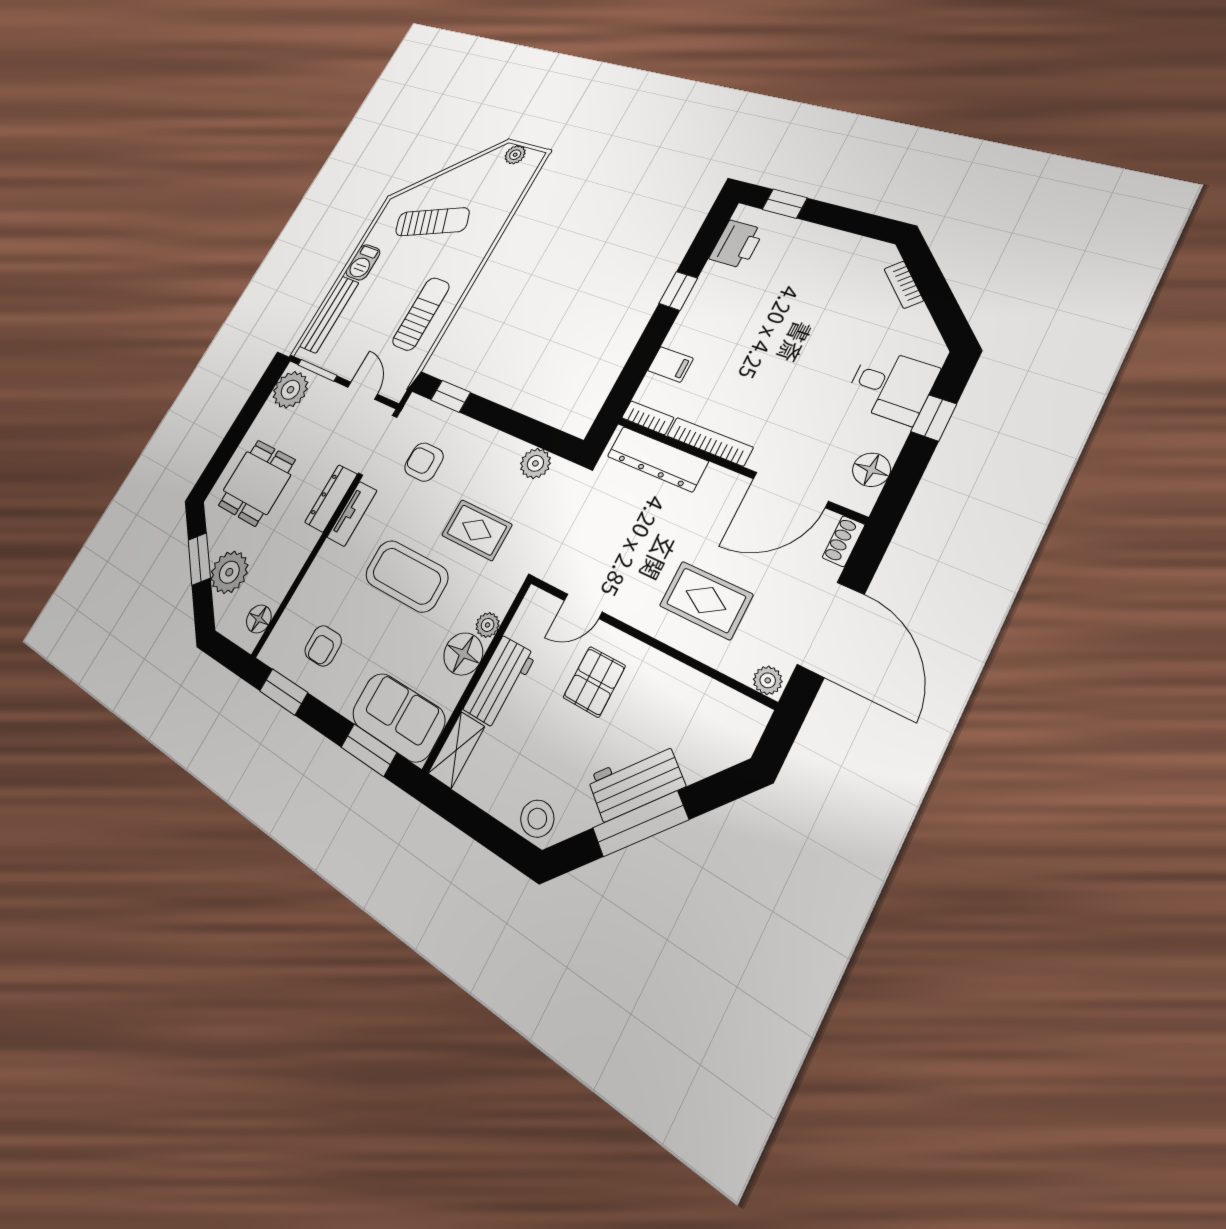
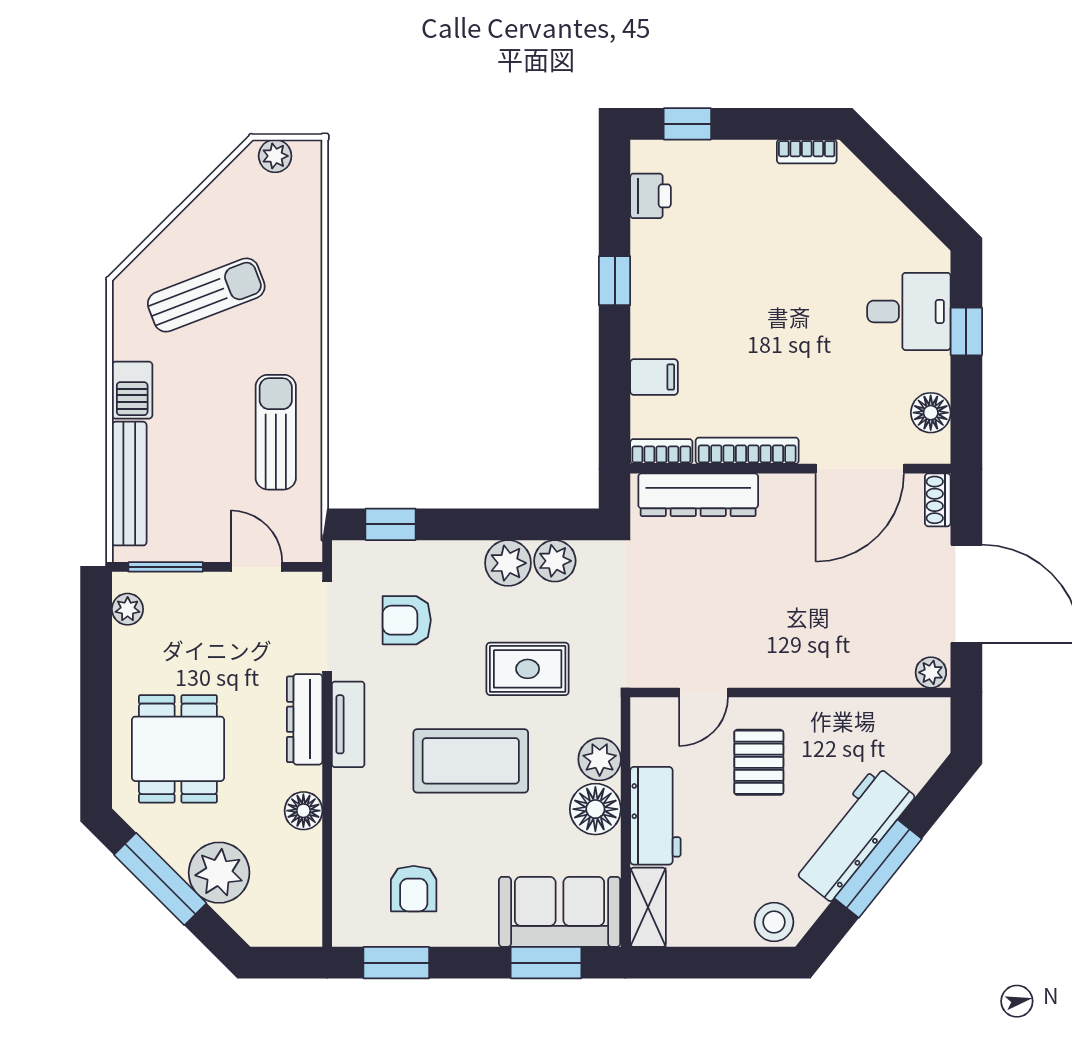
printer: (737, 244) -> (651, 196), width x0.73, depth x0.81
bookcase: (904, 285) -> (807, 152), moved, turned -45
plant: (290, 390) -> (128, 609), width x0.53, depth x0.53
plant: (505, 452) -> (508, 563), added
window: (199, 559) -> (160, 879), width x1.44
rug: (706, 600) -> (831, 623), removed
floor lamp: (259, 619) -> (303, 811), moved
plant: (488, 625) -> (600, 759), width x1.38, depth x1.38
workbench: (636, 782) -> (853, 833), width x1.37

